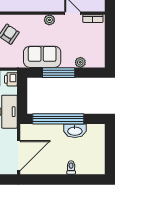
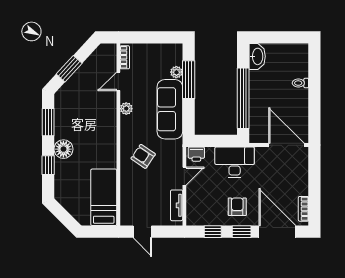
sofa: (42, 57) -> (170, 109), width x1.36
window: (59, 73) -> (189, 80), moved
washbasin: (75, 131) -> (257, 56), moved

